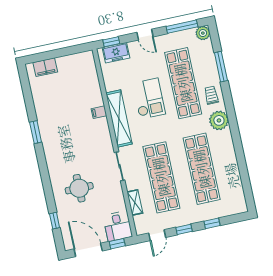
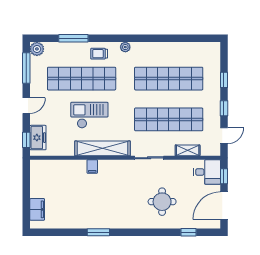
plant: (219, 120) -> (125, 47), width x0.53, depth x0.53
door: (157, 235) -> (224, 136), hinge flipped

